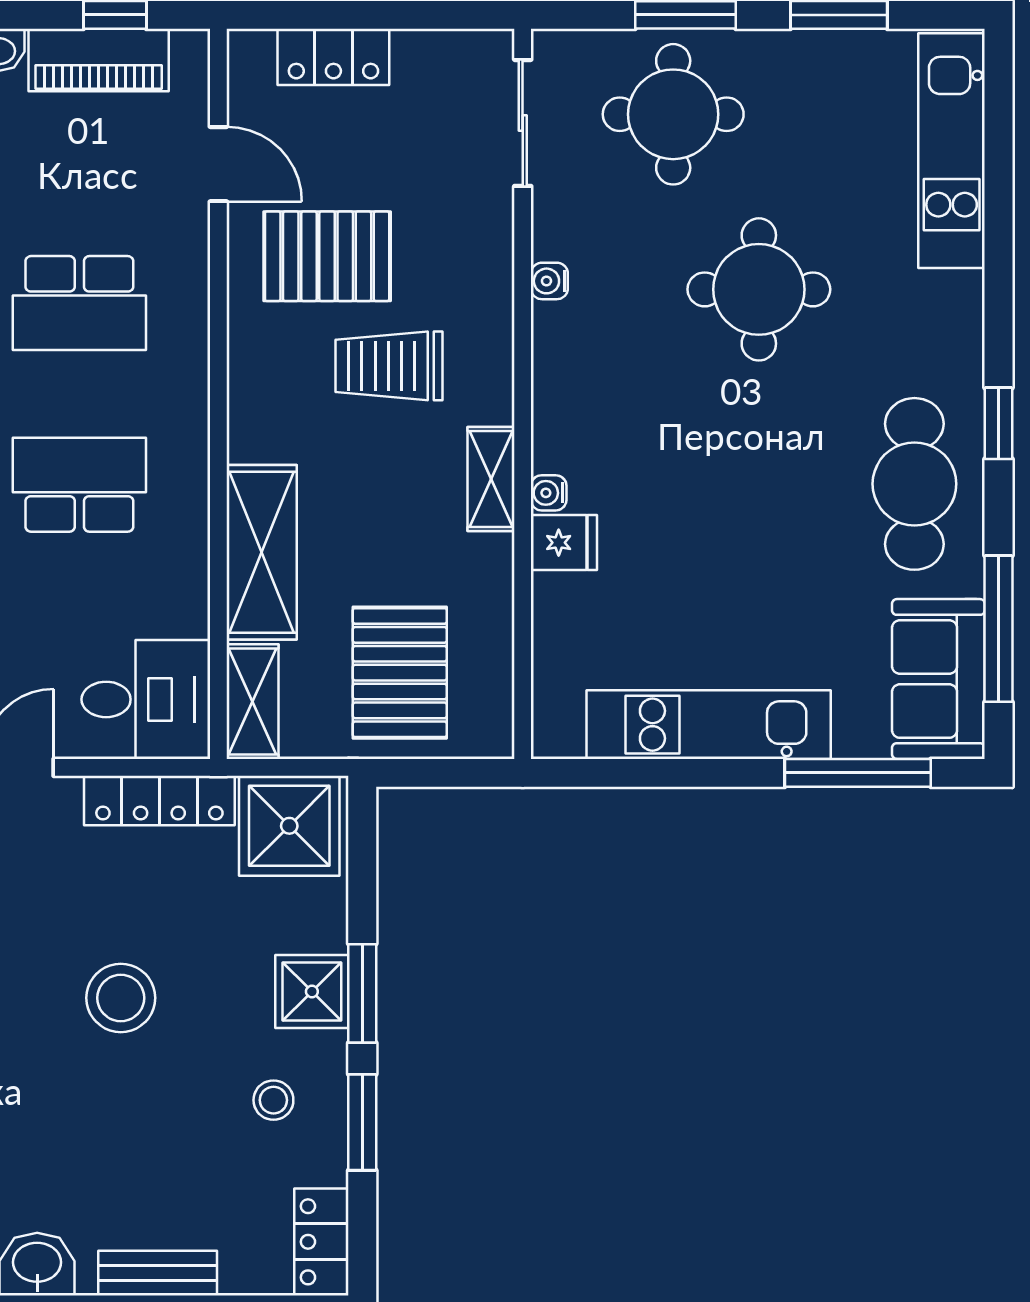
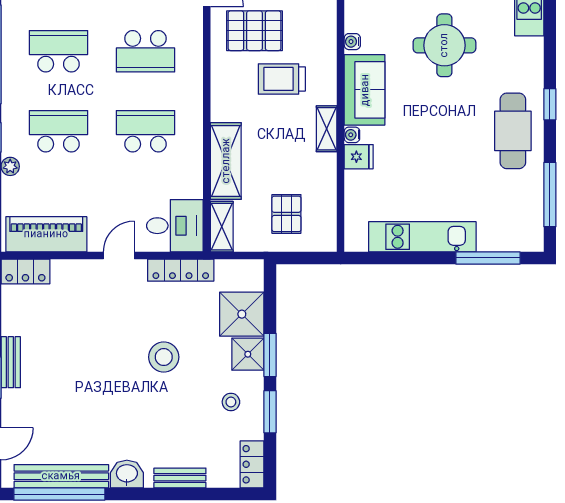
pallet: (400, 673) -> (286, 214), width x0.67, depth x0.71
sofa: (938, 679) -> (365, 90), moved, turned 180
shower: (289, 826) -> (242, 314), moved

